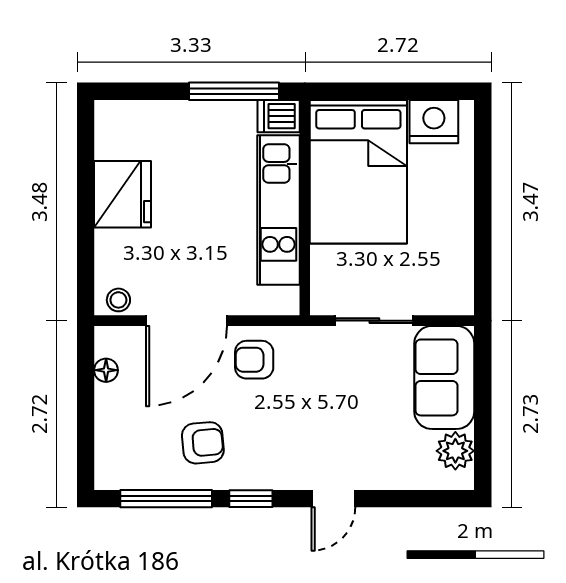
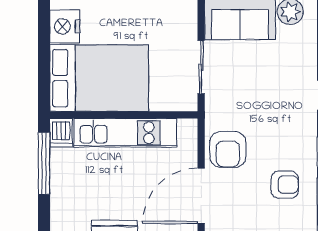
door: (186, 321) -> (201, 196), swing flipped
armchair: (254, 360) -> (228, 149), width x1.38, depth x1.38
armchair: (203, 443) -> (285, 185), turned 95

